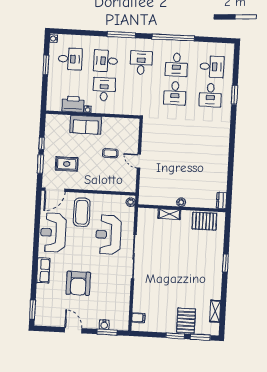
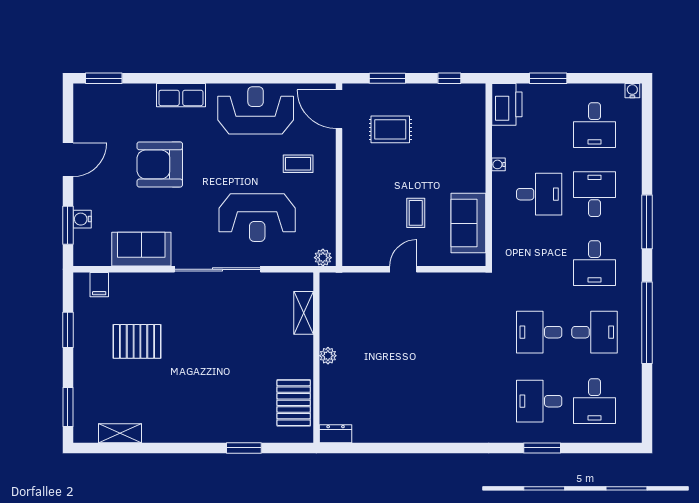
desk: (141, 63) -> (595, 263), turned 90
window: (46, 65) -> (548, 78), moved
desk: (176, 65) -> (595, 332), turned 180
printer: (73, 104) -> (507, 104), moved
sofa: (86, 125) -> (468, 223), moved
window: (42, 143) -> (449, 78), moved
rug: (67, 164) -> (390, 129), turned 90
coffee table: (82, 212) -> (298, 164), width x0.54, depth x0.58
shelving: (169, 214) -> (304, 313), moved
reception desk: (108, 235) -> (257, 218), turned 180
window: (225, 263) -> (244, 448), moved
sofa: (121, 295) -> (141, 249), added
pallet: (186, 321) -> (137, 341), moved
window: (175, 336) -> (68, 330), moved

